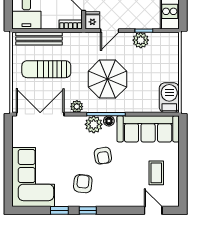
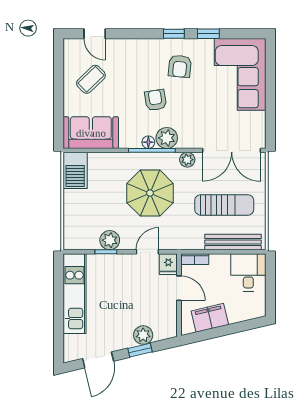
sofa: (148, 129) -> (91, 133), width x0.73
coffee table: (156, 173) -> (91, 79), turned 46

